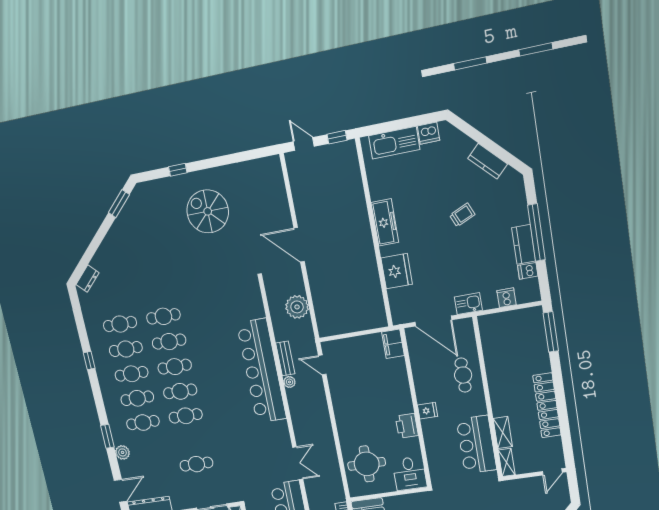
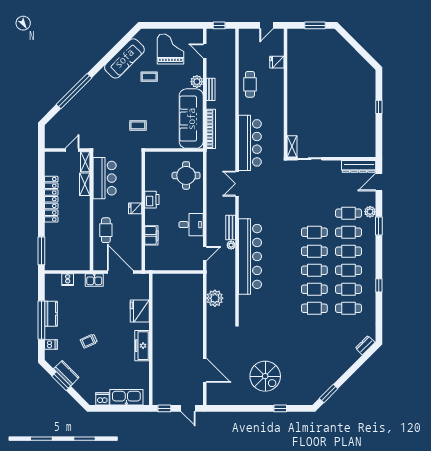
window: (493, 148) -> (61, 381), added
door: (299, 245) -> (205, 370), moved
dishwasher: (528, 271) -> (51, 344), moved
filing cabinet: (393, 344) -> (151, 235), moved
bench: (285, 358) -> (231, 227), moved
door: (322, 365) -> (205, 254), hinge flipped
cafe table: (196, 464) -> (349, 213), moved
door: (552, 472) -> (72, 150), moved
desk: (410, 473) -> (191, 225), moved, turned 90

